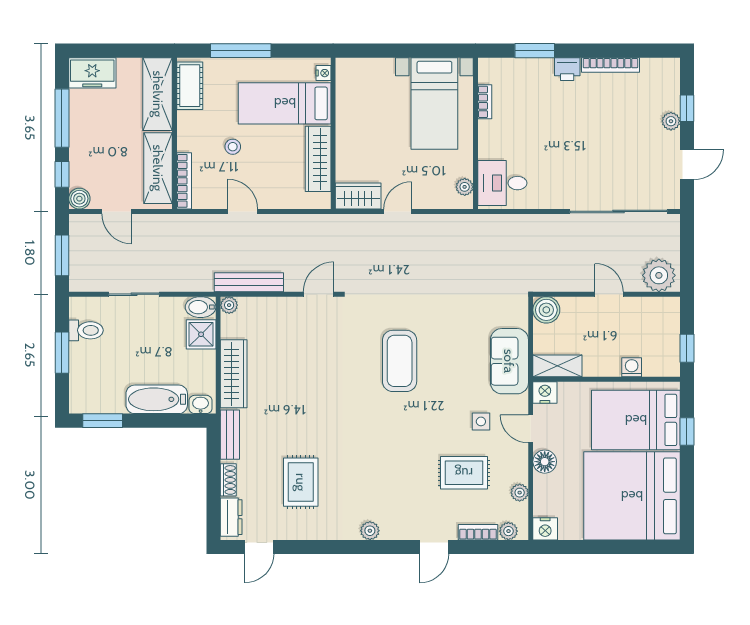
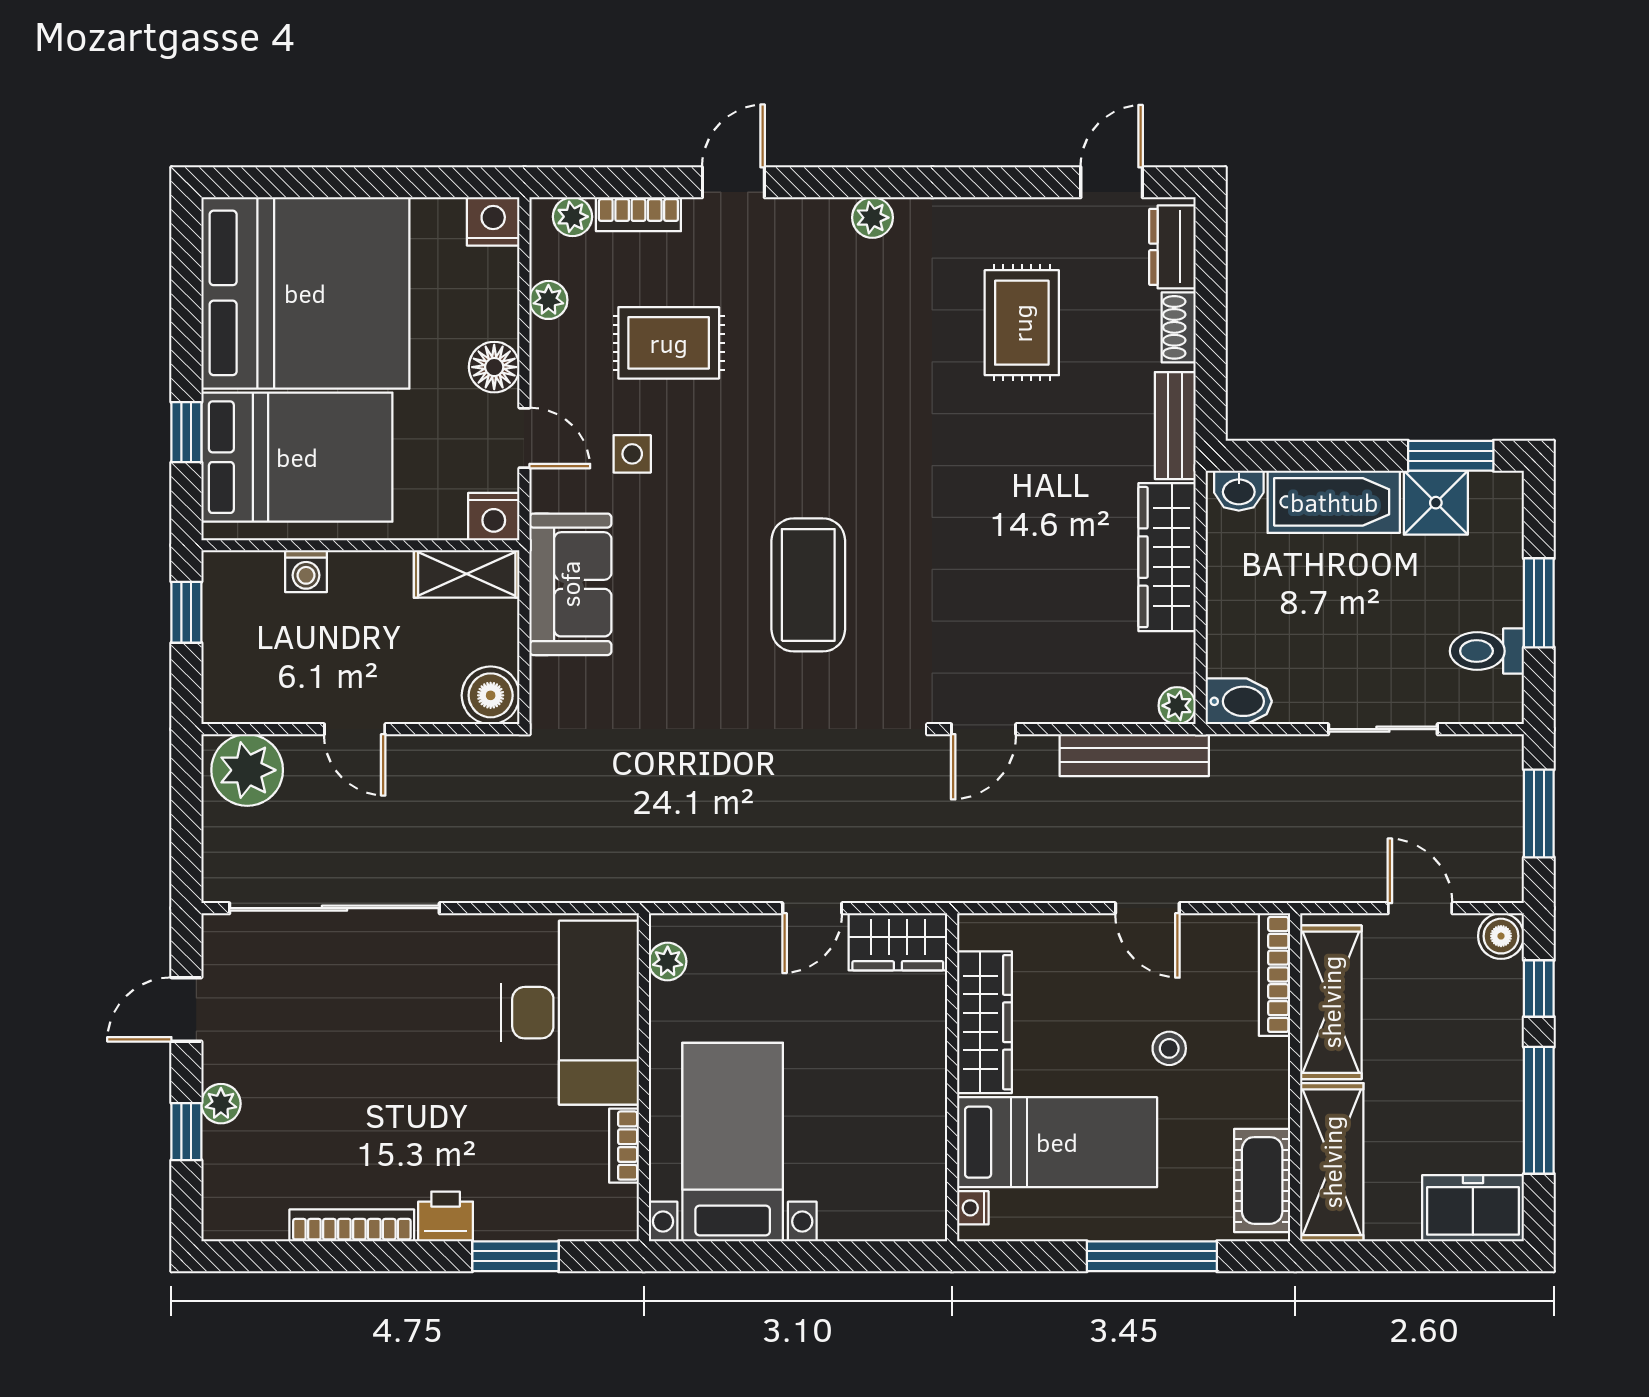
desk: (502, 183) -> (570, 1013), width x1.87, depth x1.30
shower: (201, 334) -> (1436, 503), moved

